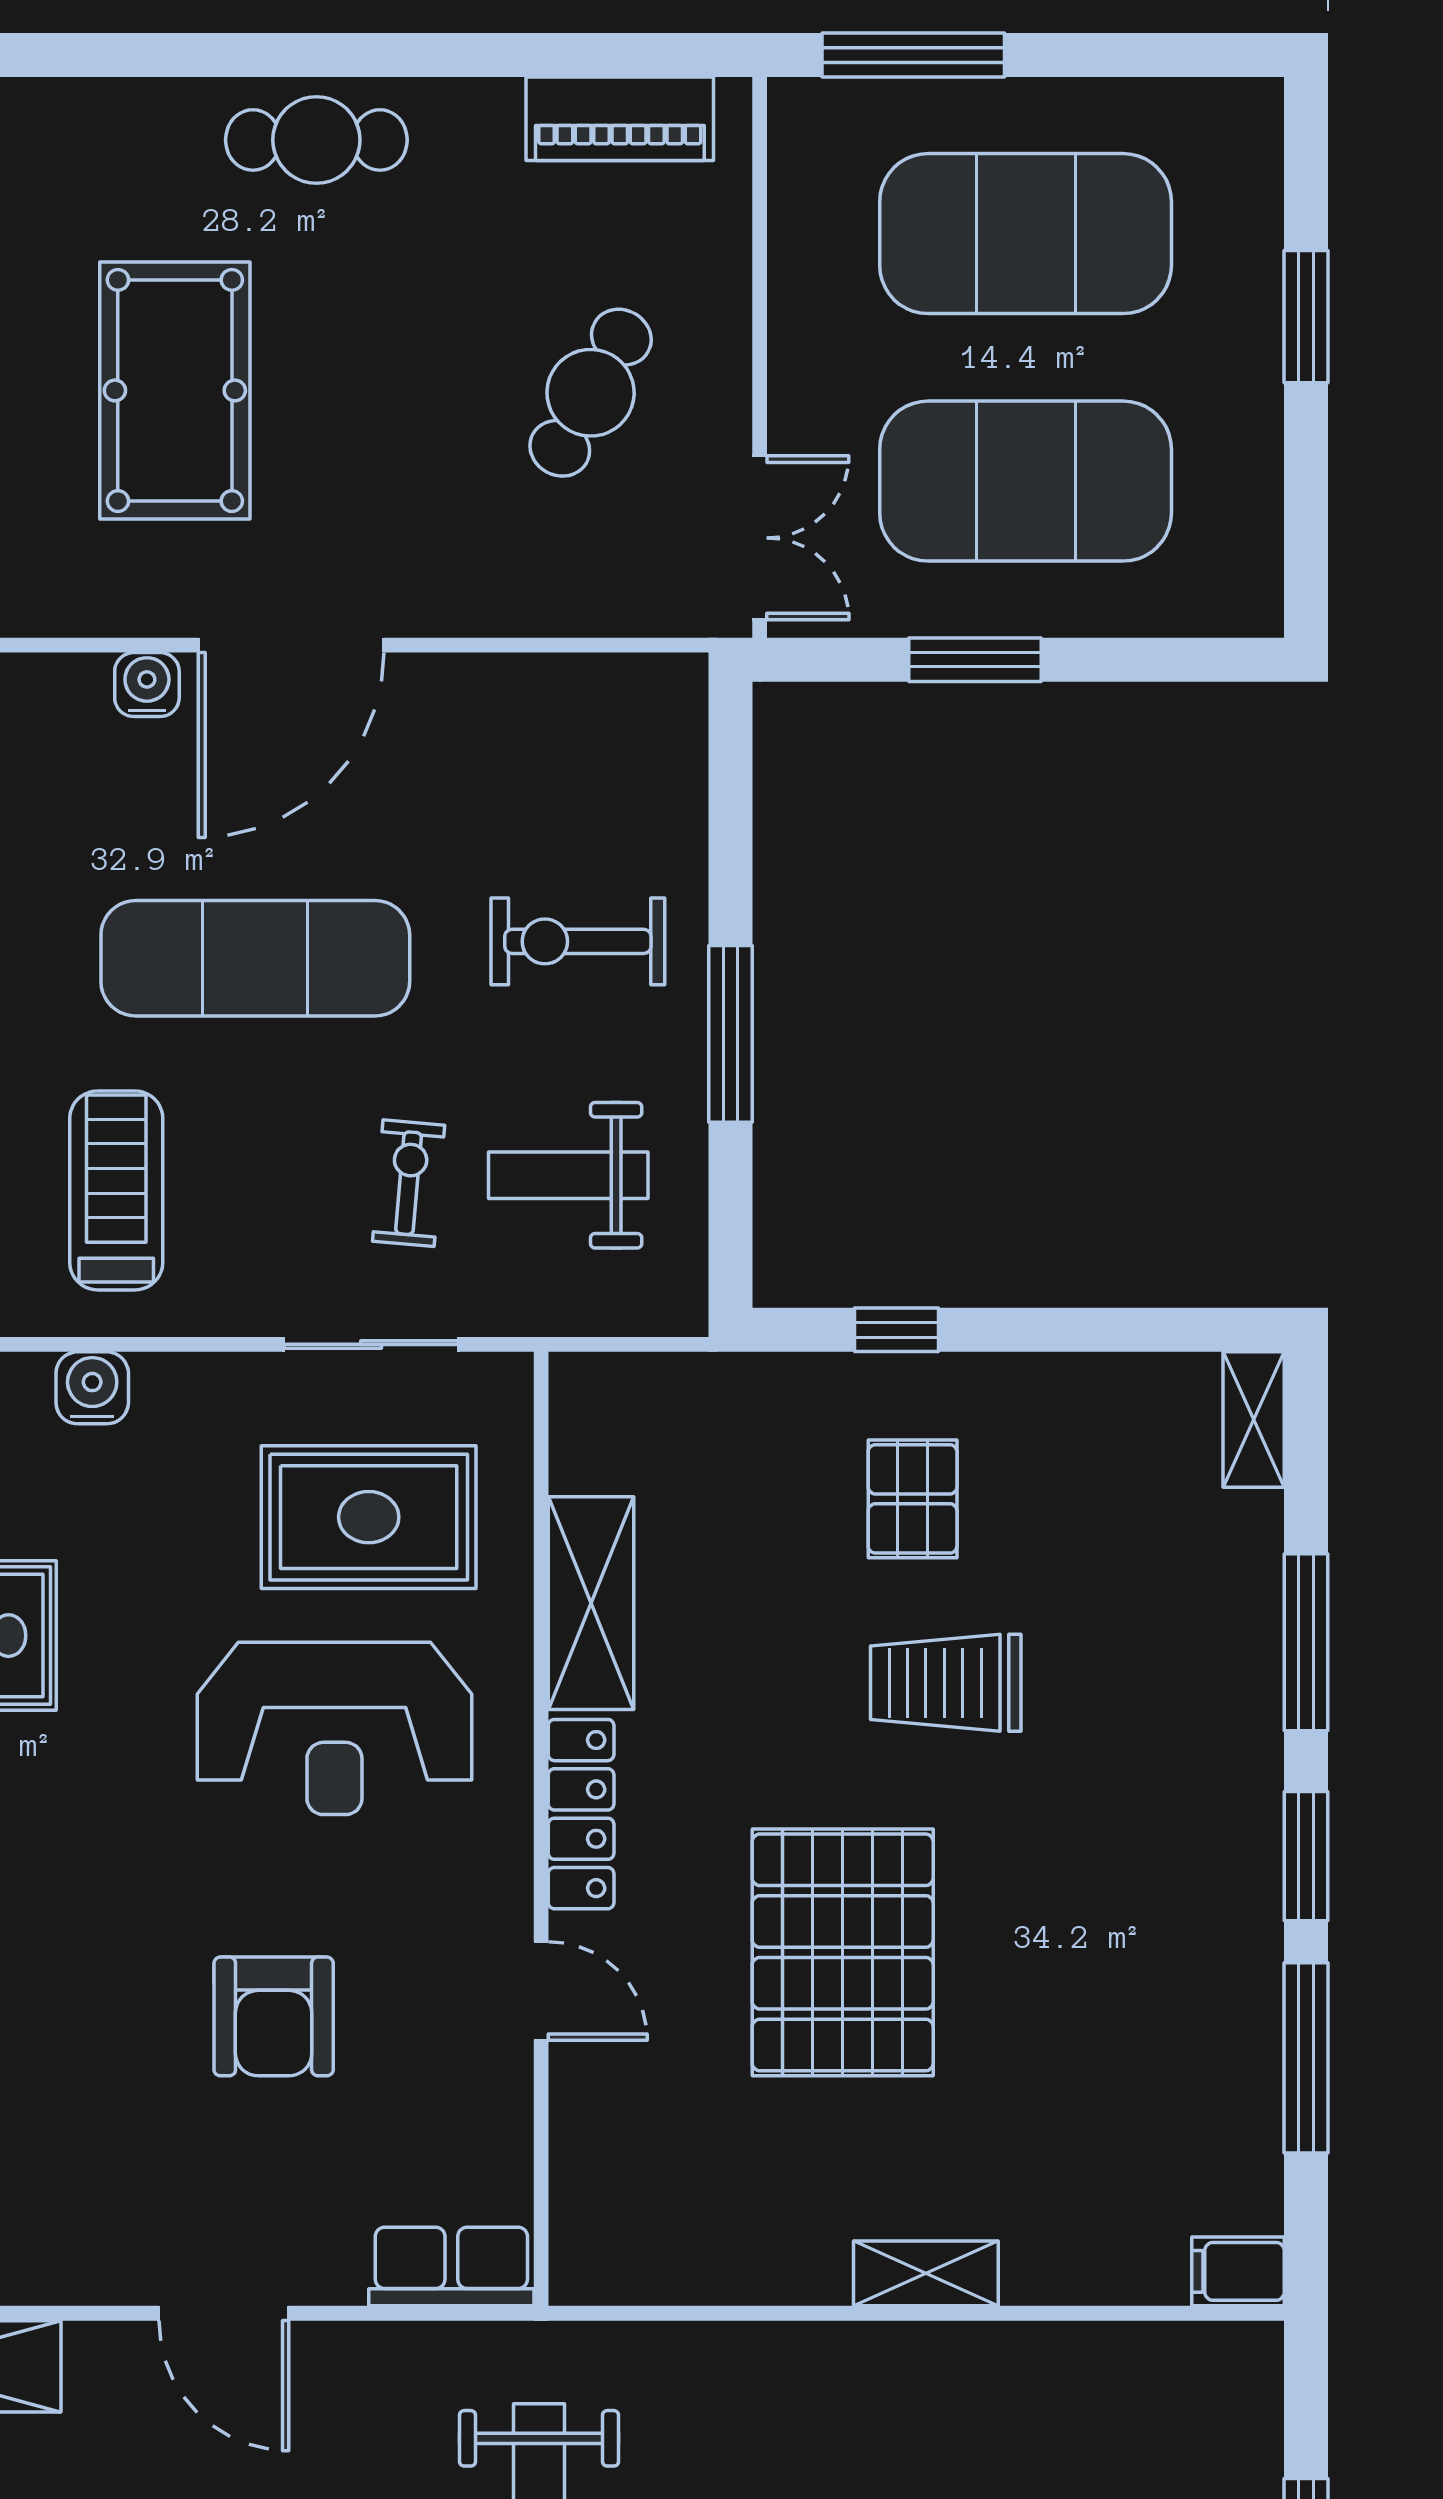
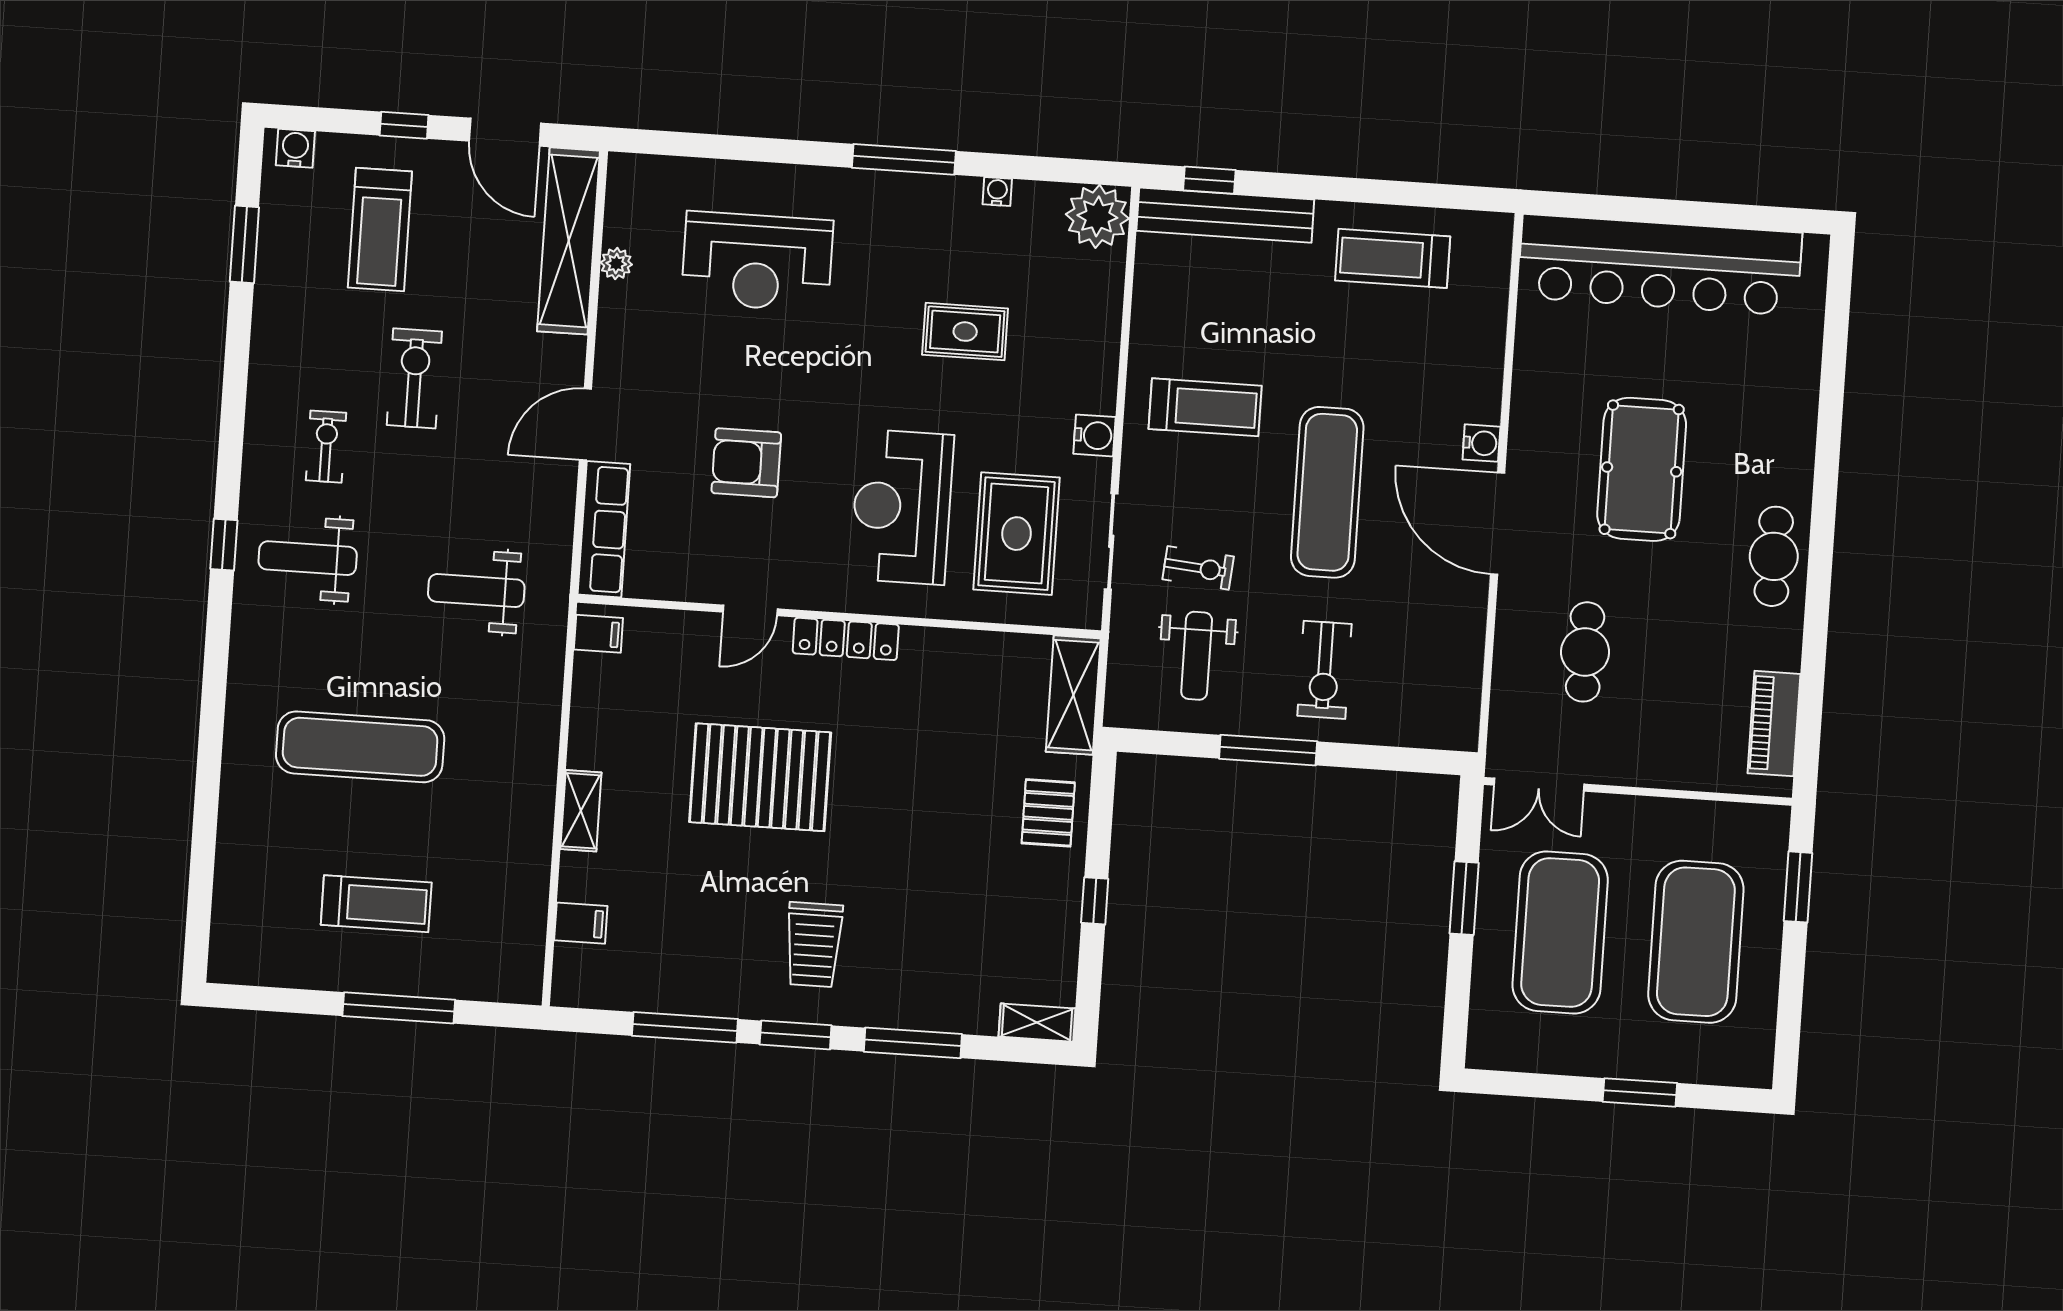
window: (913, 55) -> (1798, 887), width x0.69
pool table: (175, 390) -> (1642, 469), turned 90
cafe table: (591, 393) -> (1585, 652), moved, turned 61
exercise bike: (578, 941) -> (1324, 670), turned 180
weight bench: (568, 1175) -> (1197, 656), turned 180
window: (896, 1330) -> (1095, 901), moved
water cooler: (92, 1388) -> (1094, 435), moved
pallet: (913, 1499) -> (1048, 813), moved, turned 90
shelving: (591, 1603) -> (1073, 695), moved, turned 90
trolley: (946, 1683) -> (814, 945), moved, turned 180
filing cabinet: (602, 2264) -> (598, 634), added
row of seats: (451, 2267) -> (604, 529), width x1.48
filing cabinet: (1238, 2271) -> (581, 923), moved, turned 90

